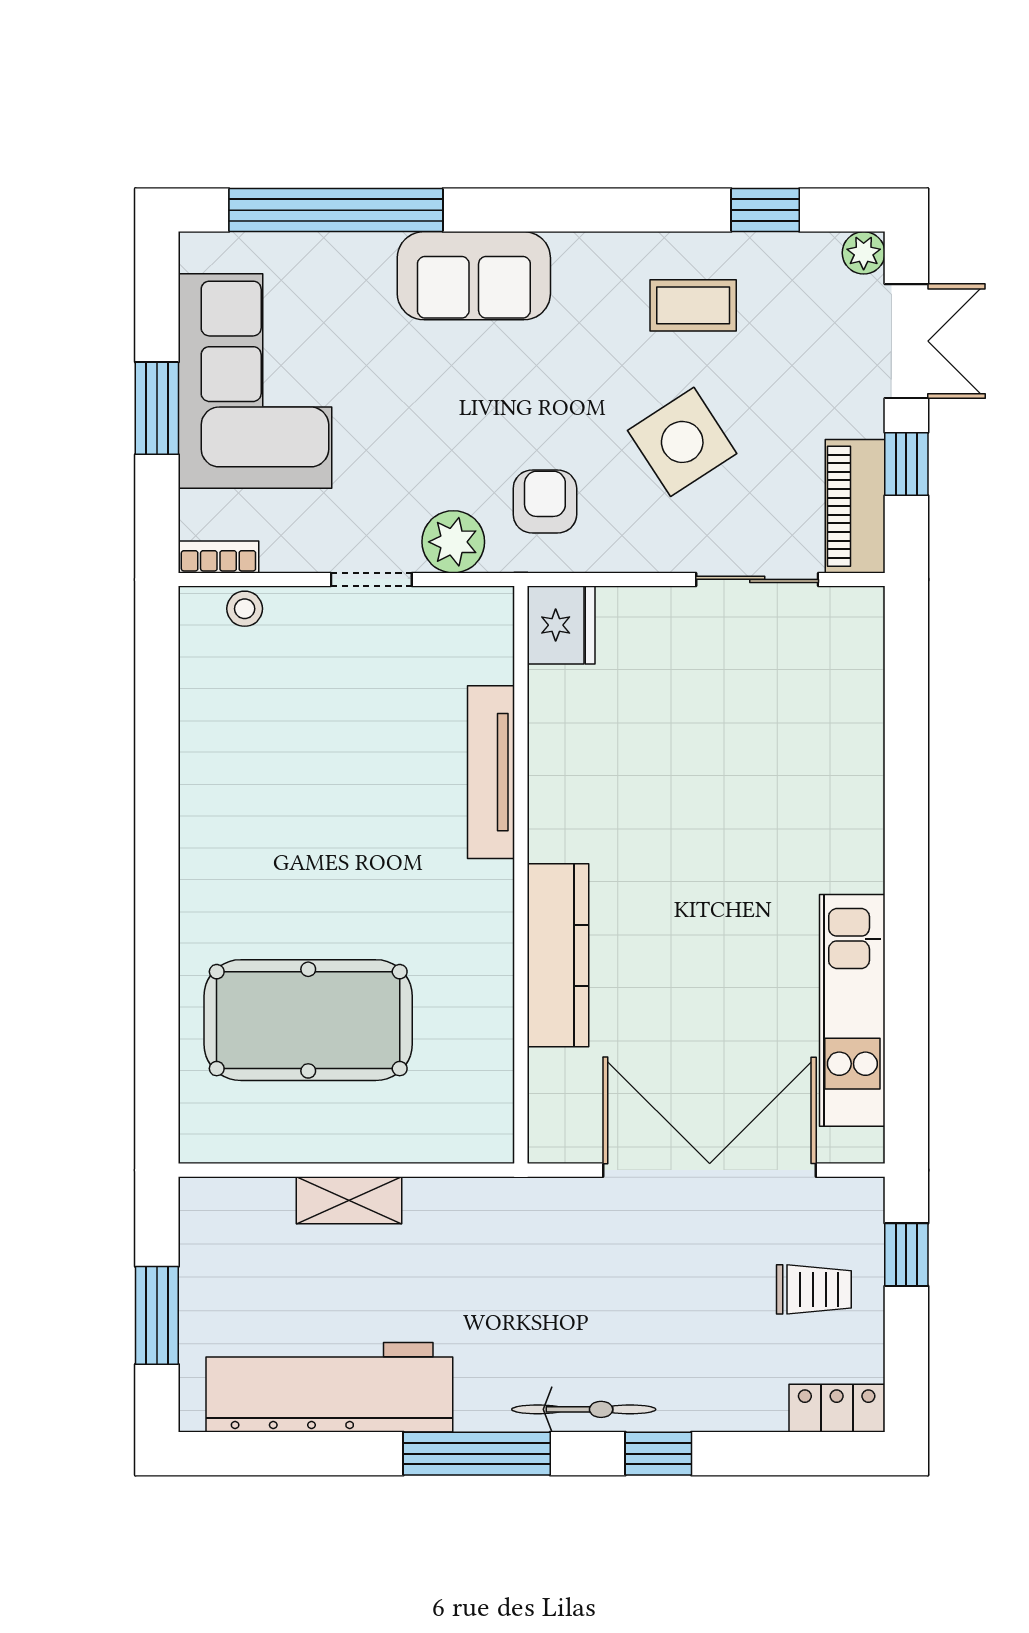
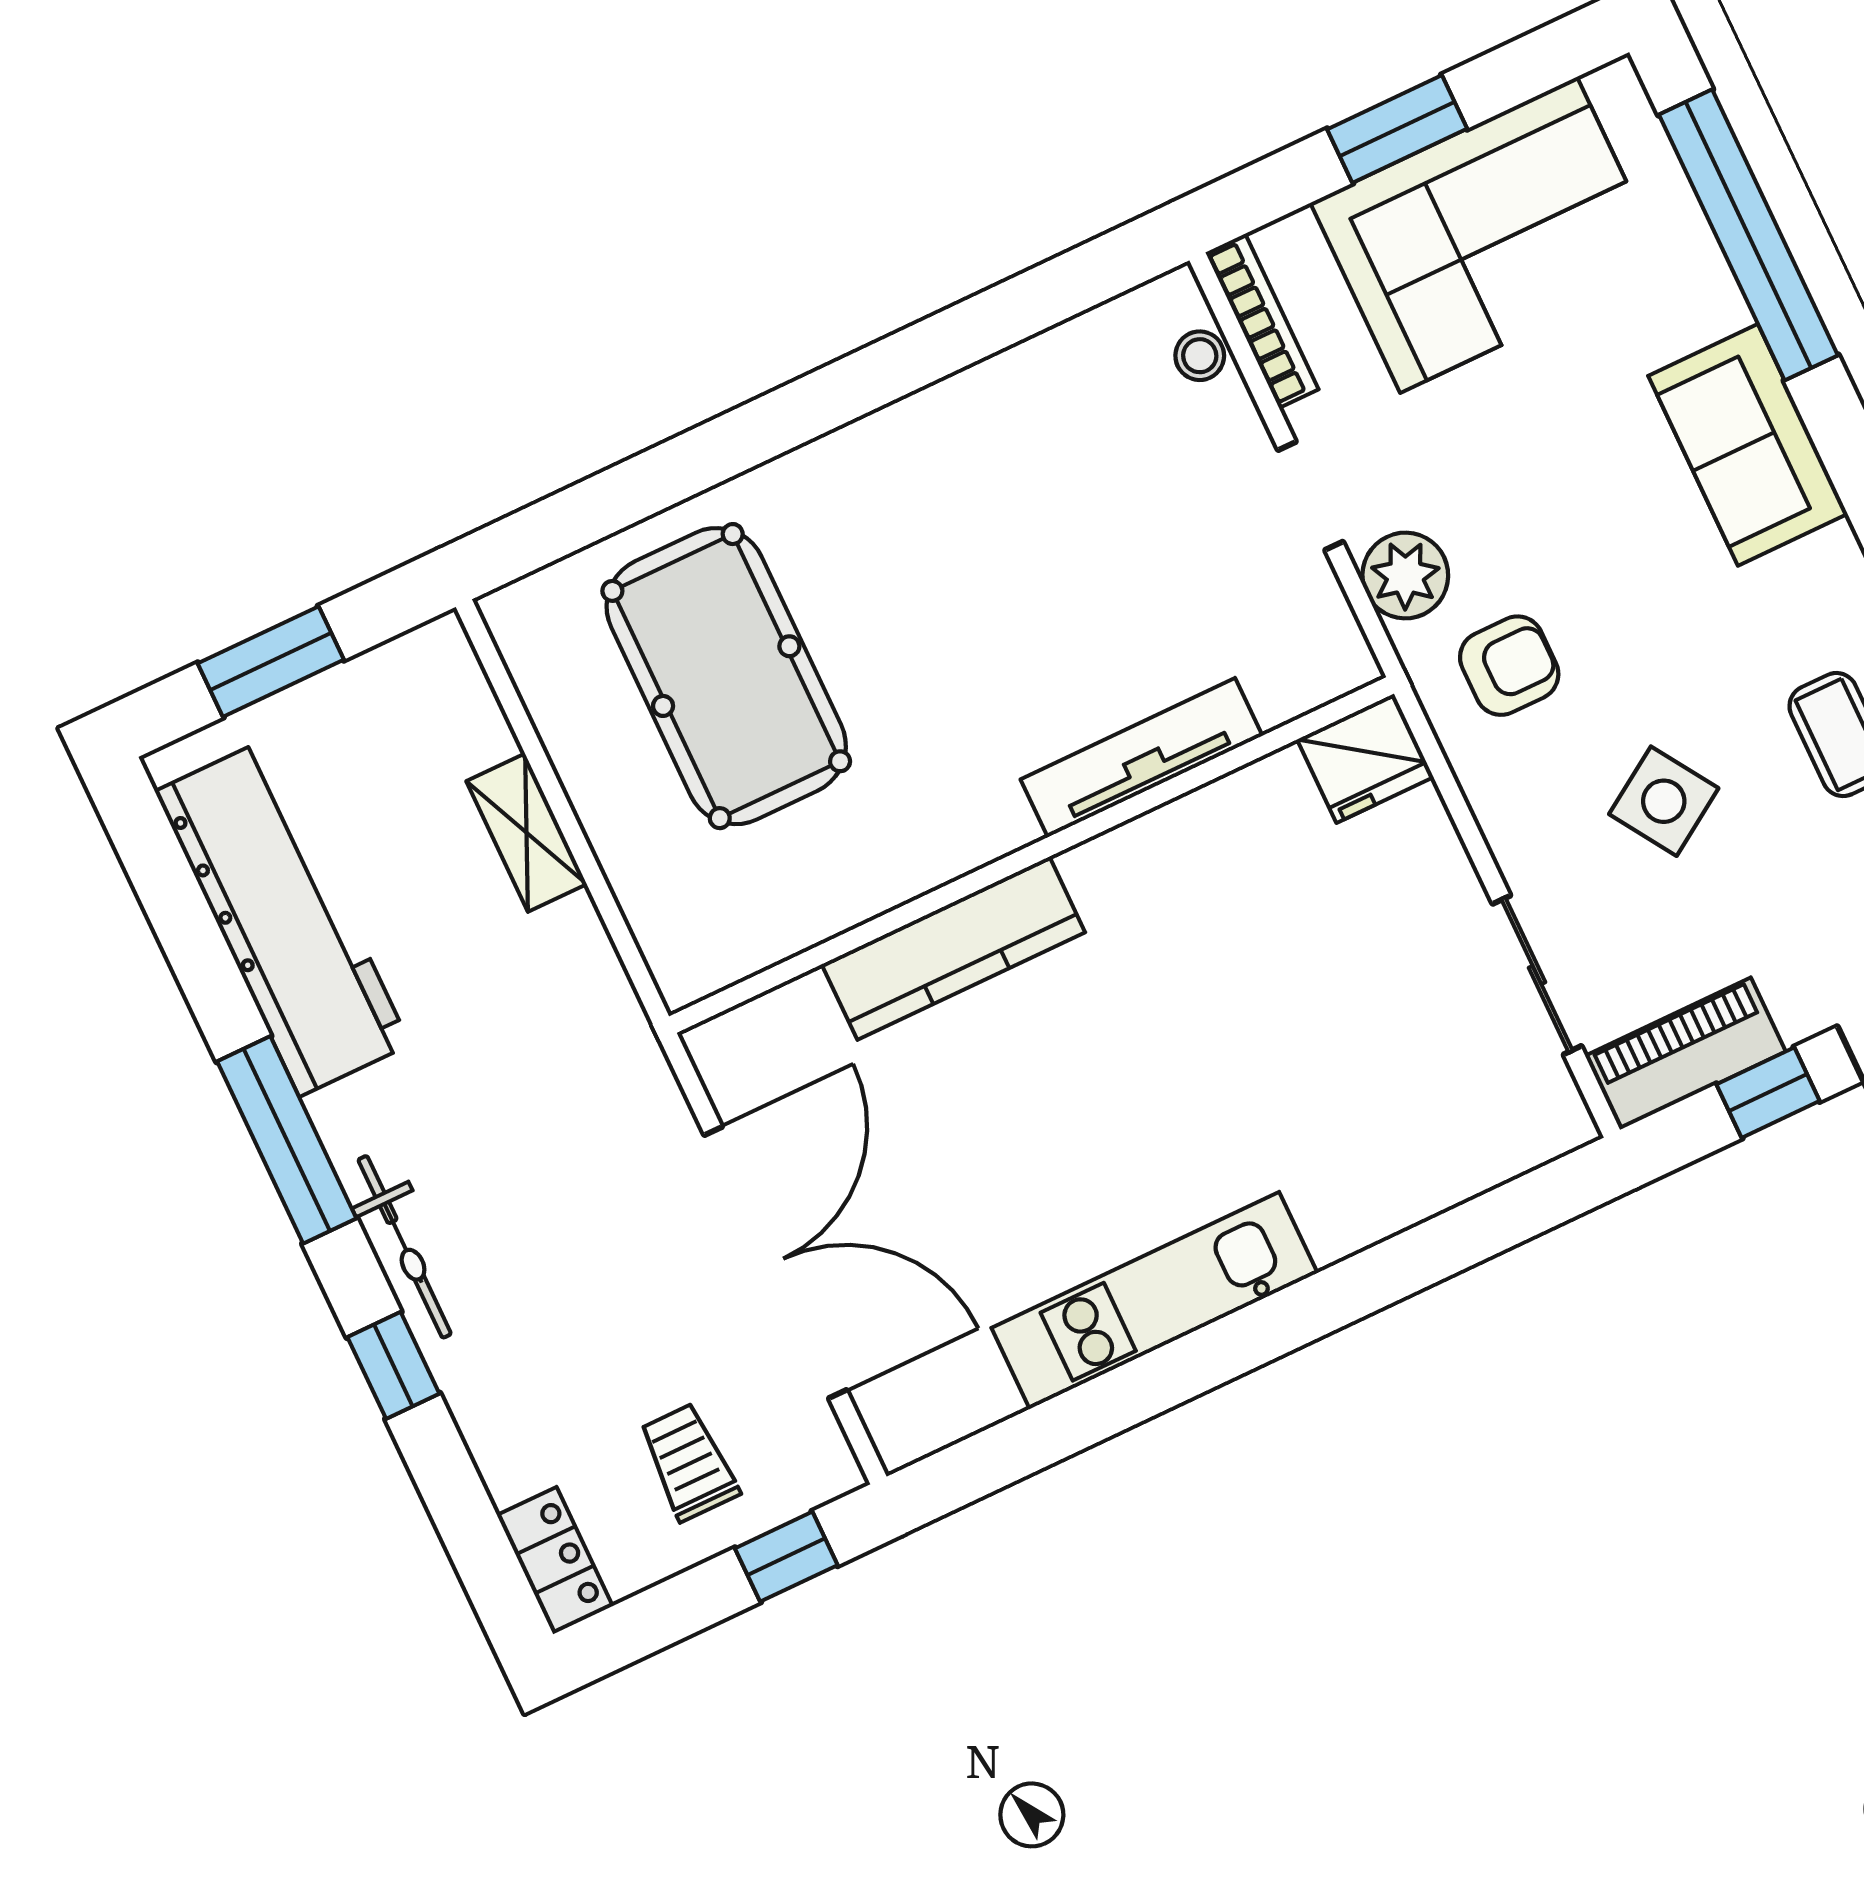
side table: (682, 442) -> (1664, 801), width x0.73, depth x0.73
bookcase: (218, 557) -> (1262, 321), width x1.56
kitchen unit: (852, 1010) -> (1154, 1300), moved
trolley: (814, 1289) -> (689, 1462), turned 180

